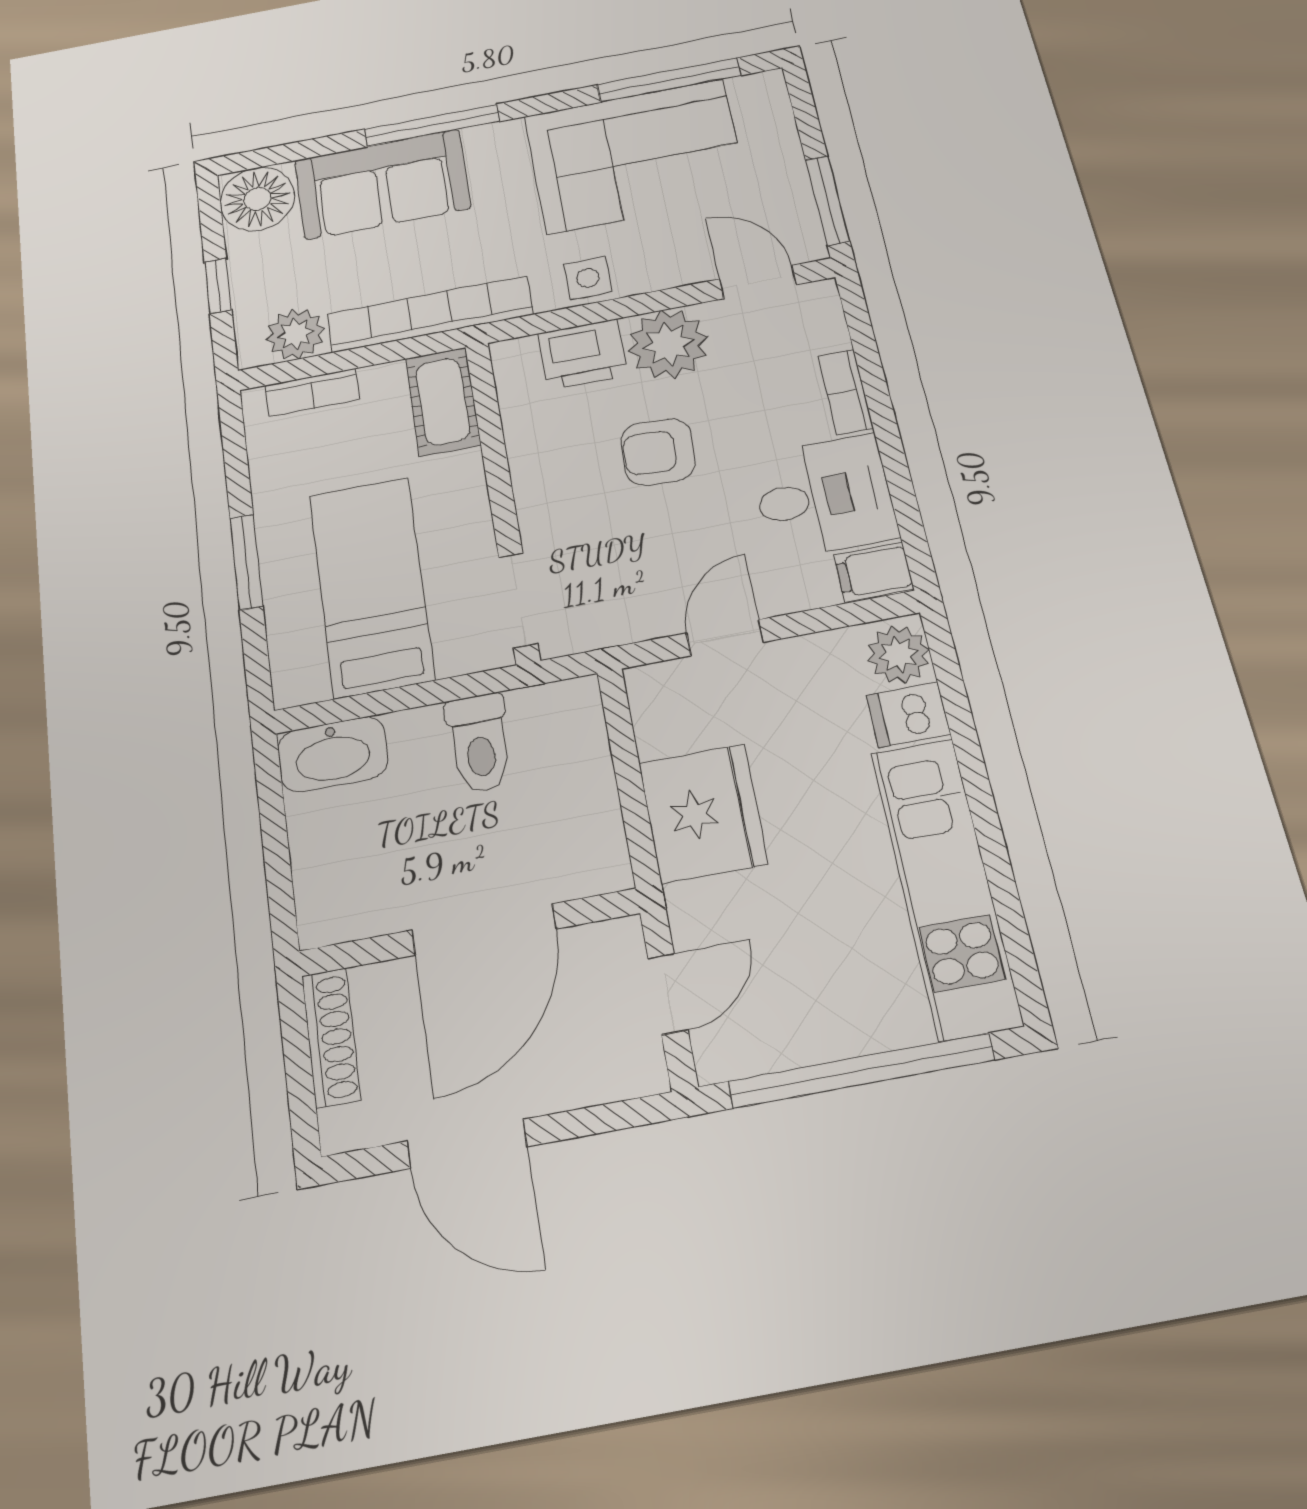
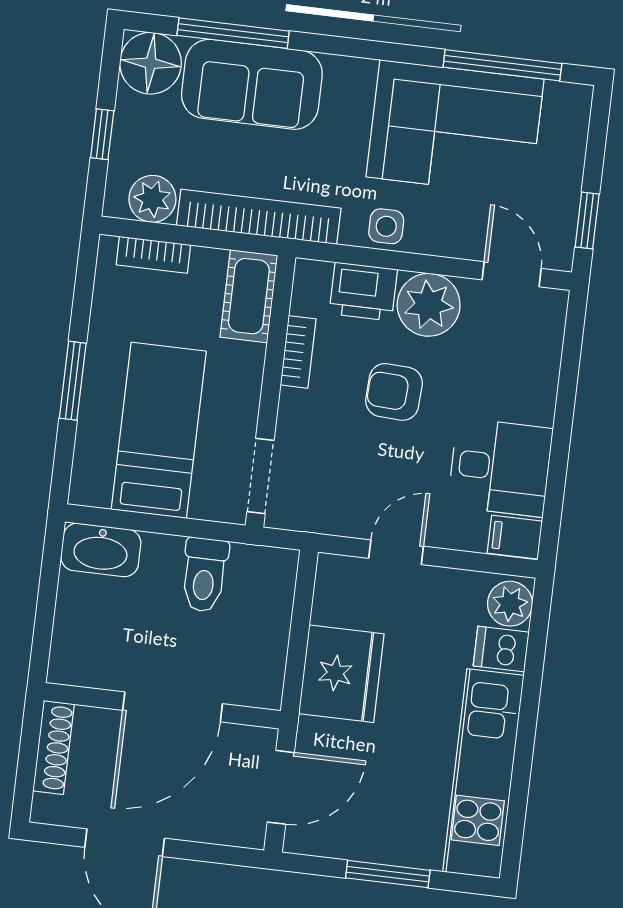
window: (432, 125) -> (233, 33), moved
window: (828, 200) -> (587, 221), width x0.67
bookcase: (846, 392) -> (298, 352), moved, turned 180
door: (668, 994) -> (281, 787), width x1.38
window: (861, 1071) -> (388, 874), width x0.47

